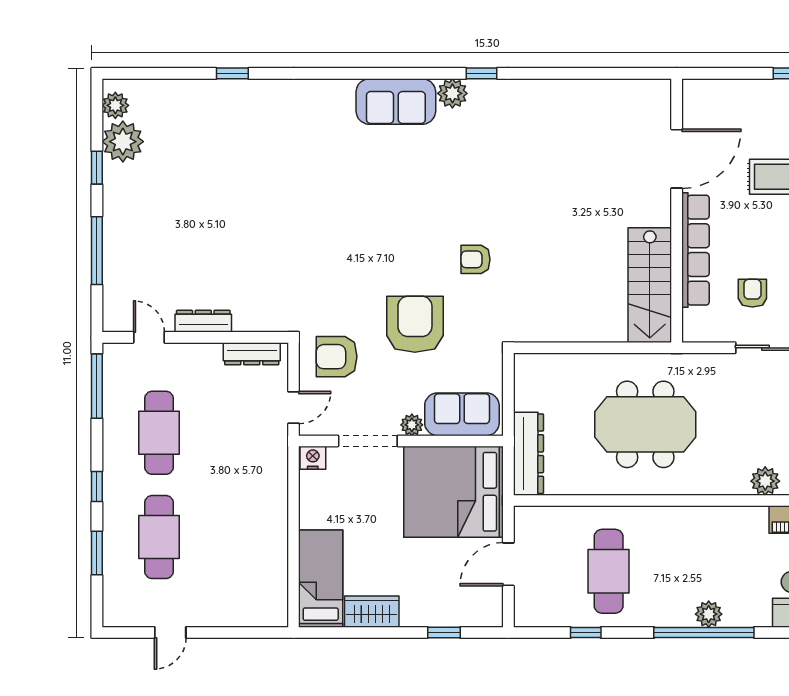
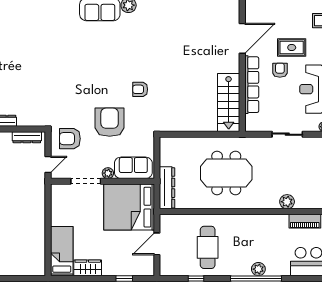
armchair: (752, 293) -> (280, 70), moved
nightstand: (313, 458) -> (58, 190), removed

